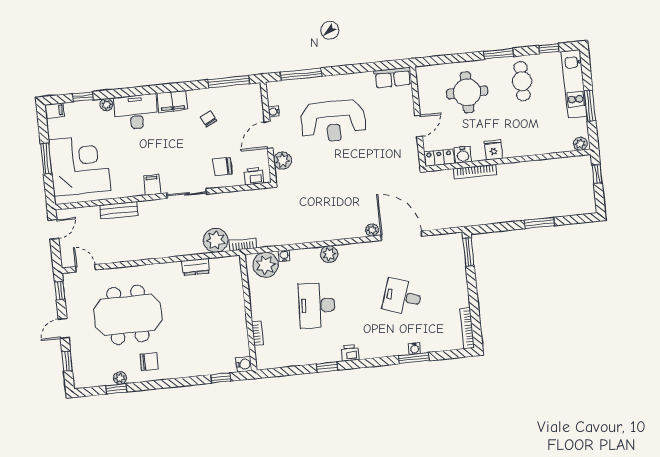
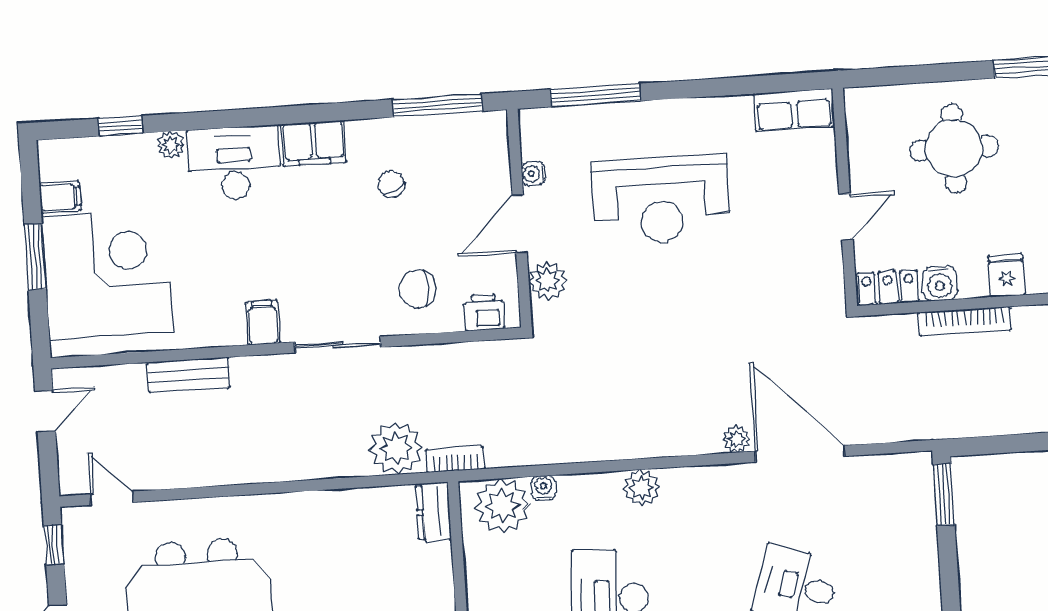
filing cabinet: (54, 111) -> (60, 197), moved
dresser: (196, 267) -> (433, 512), moved, turned 90

